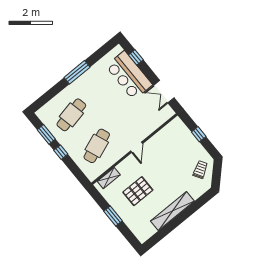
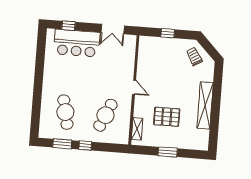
window: (77, 72) -> (39, 79), removed
cafe table: (97, 146) -> (105, 115), turned 45
pallet: (138, 191) -> (167, 117), turned 90

